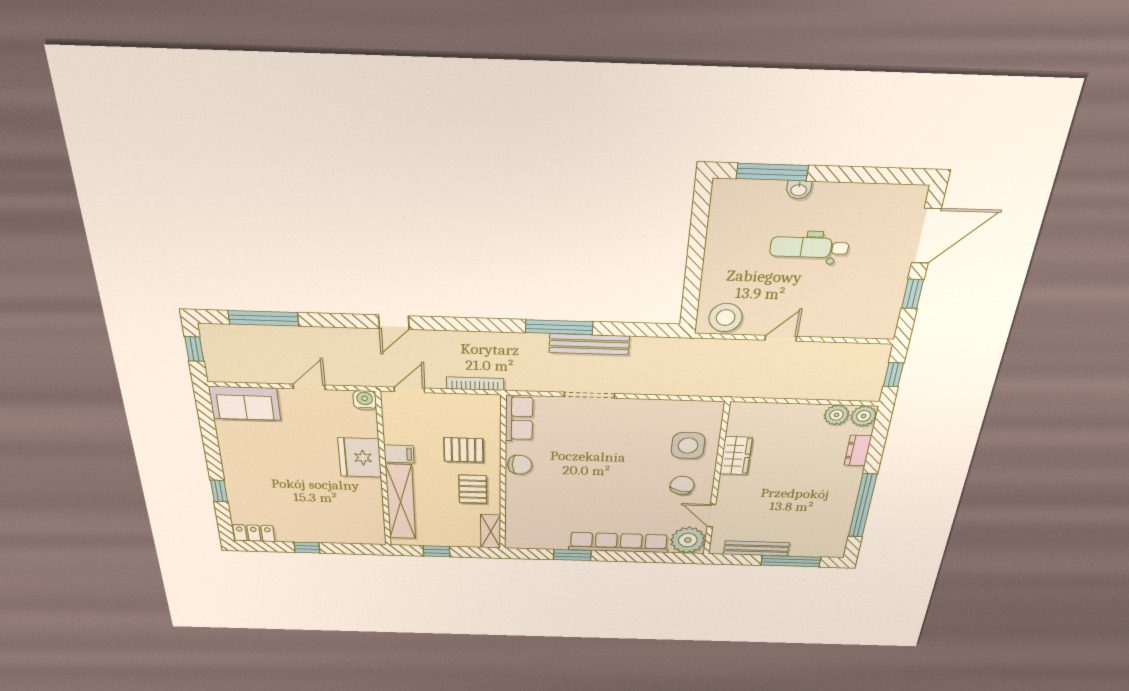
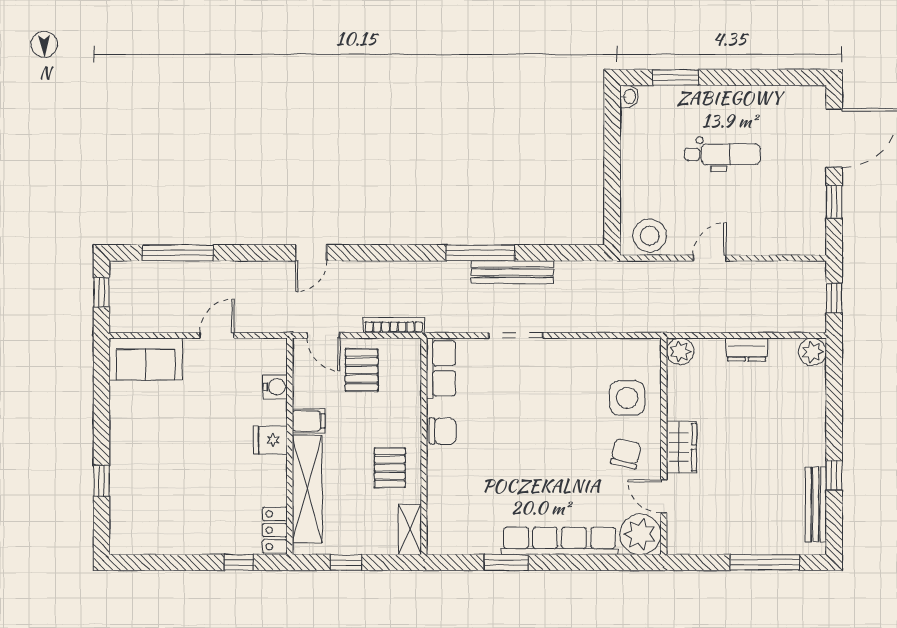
window: (772, 172) -> (675, 77), width x0.69
washbasin: (799, 190) -> (629, 97), moved, turned -90
dental chair: (809, 247) -> (722, 154), turned 180
door: (409, 390) -> (324, 335), swing flipped
water cooler: (365, 400) -> (275, 387), moved, turned 90
plant: (836, 415) -> (680, 351), moved
pallet: (463, 450) -> (362, 370), moved, turned 90
dresser: (858, 451) -> (747, 350), moved, turned -90
wardrobe: (736, 456) -> (681, 447), moved
fridge: (360, 458) -> (270, 440), width x0.53, depth x0.75
window: (863, 506) -> (834, 475), width x0.32
locker: (254, 533) -> (275, 530), moved, turned -90
window: (307, 548) -> (239, 562), moved
bench: (756, 548) -> (816, 504), moved, turned 90

